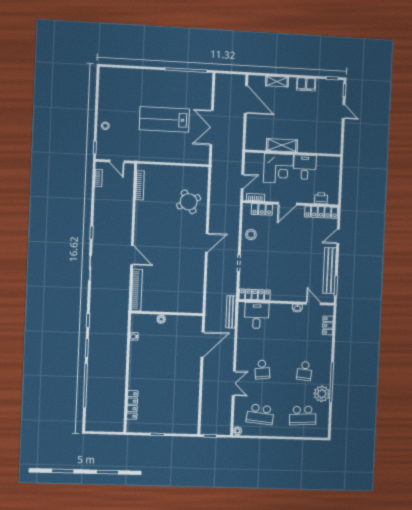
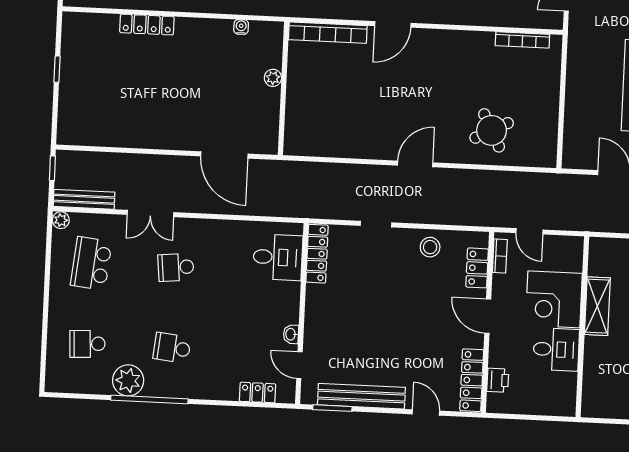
door: (207, 243) -> (415, 164), swing flipped
door: (313, 303) -> (299, 365), swing flipped
bench: (231, 312) -> (84, 199), moved
locker: (132, 405) -> (147, 25), moved
school desk: (303, 416) -> (87, 344), width x0.54

